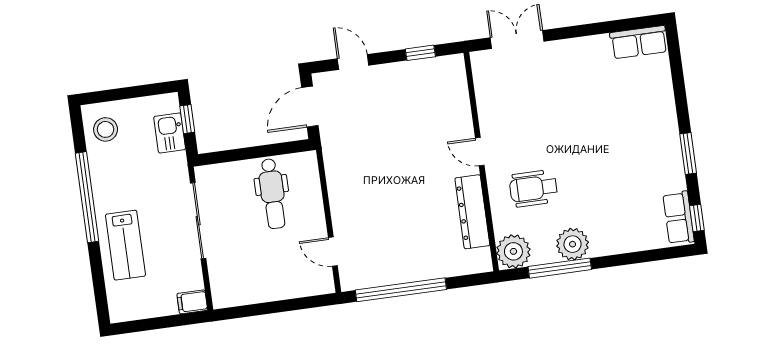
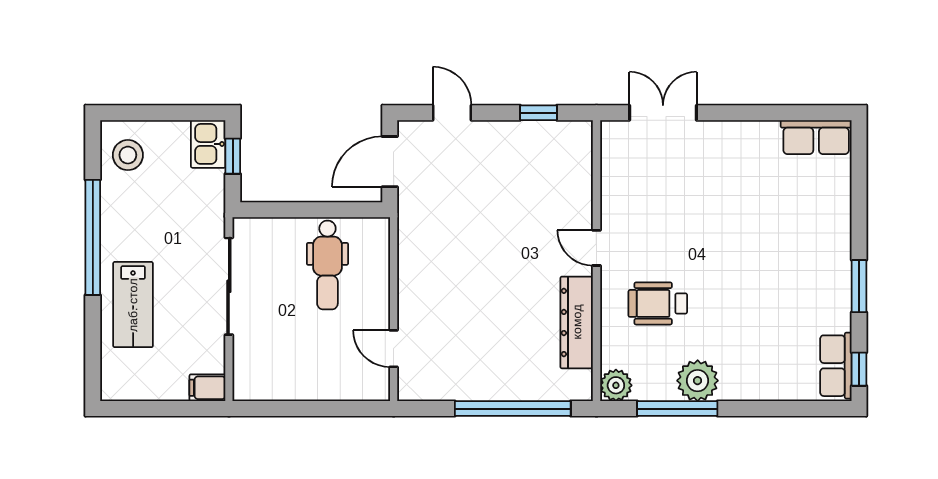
kitchen sink: (170, 133) -> (208, 144), moved
plant: (513, 251) -> (616, 385), width x0.73, depth x0.73
window: (401, 290) -> (513, 409), moved

